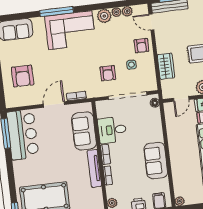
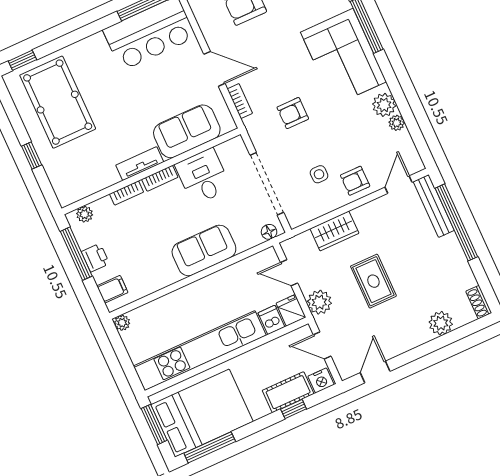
plant: (127, 11) -> (403, 140), removed
armchair: (108, 73) -> (293, 113), moved
sofa: (156, 161) -> (204, 250), moved
tv unit: (94, 168) -> (140, 164), width x0.71

